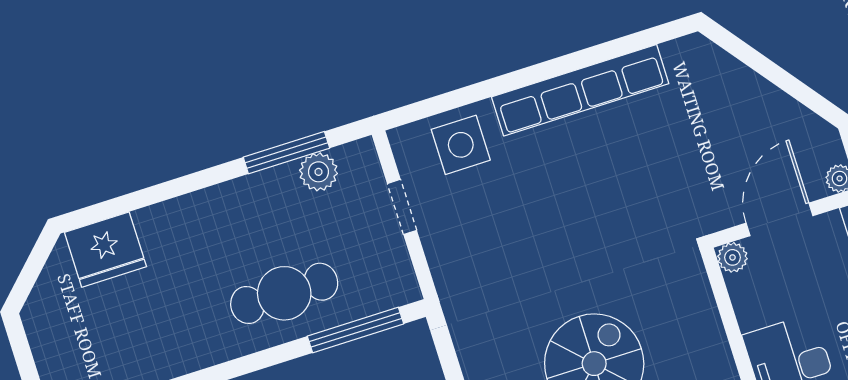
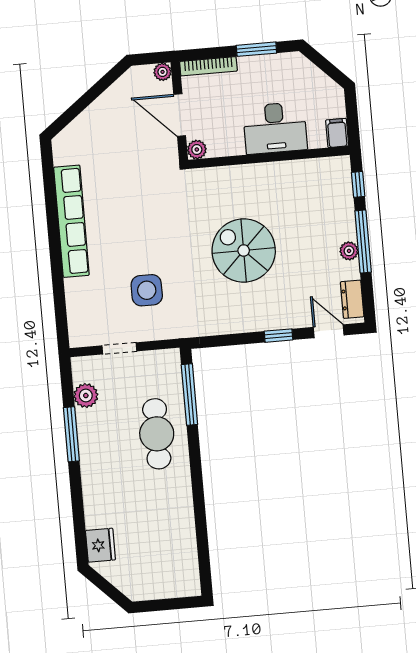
side table: (461, 145) -> (147, 290), moved
window: (286, 153) -> (71, 434), moved
fridge: (105, 250) -> (100, 545), width x0.73, depth x0.75

